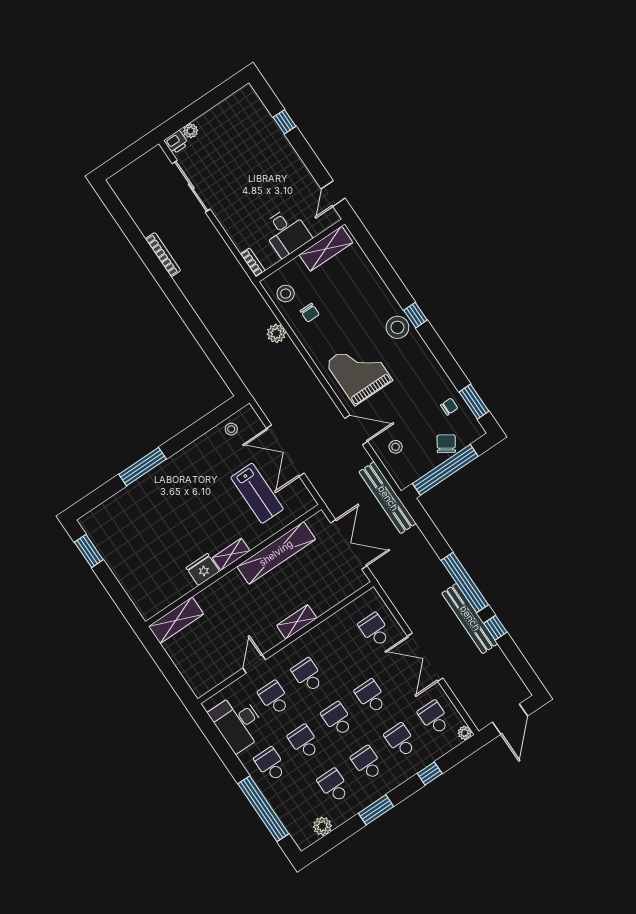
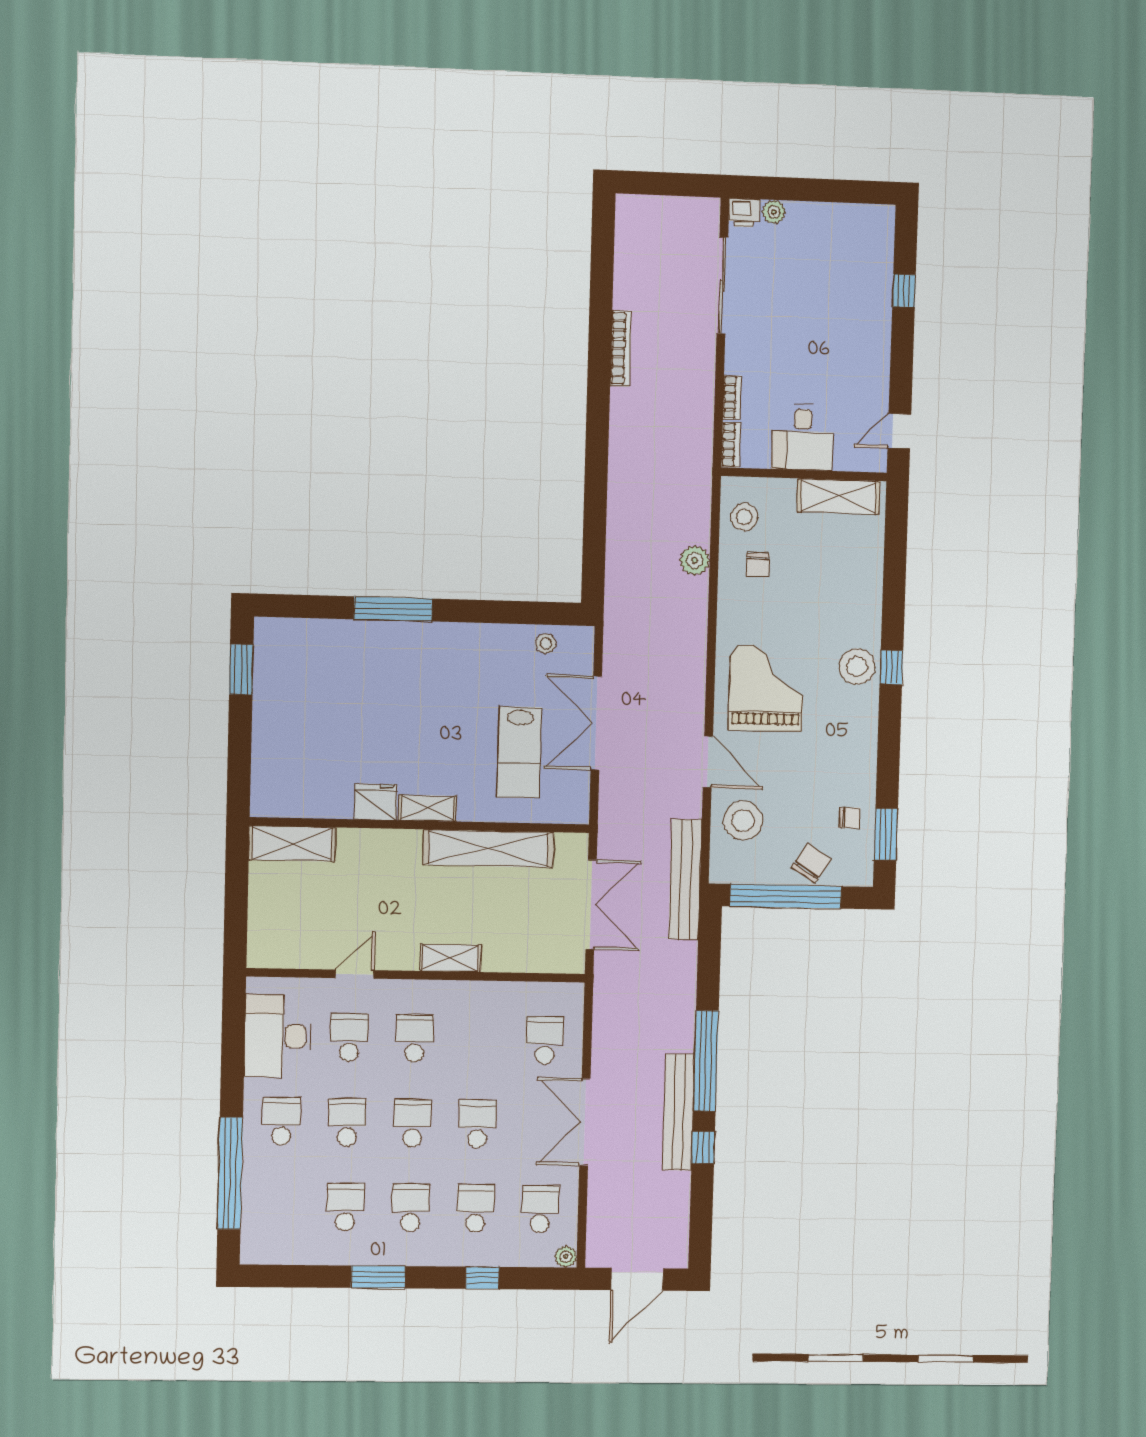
bookcase: (236, 238) -> (732, 397), added
stool: (396, 447) -> (743, 820), width x1.89, depth x1.89
plant: (322, 826) -> (292, 1250), removed

